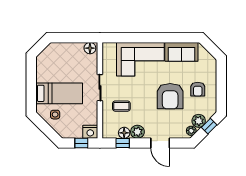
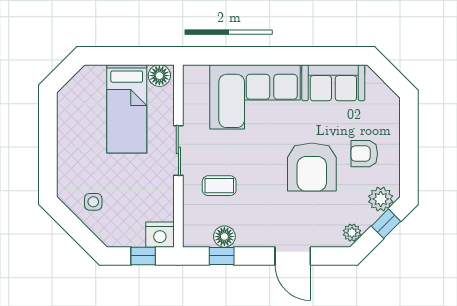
armchair: (198, 89) -> (364, 154), turned 90
bed: (59, 93) -> (127, 109), moved, turned 90
plant: (199, 121) -> (381, 199), moved
plant: (137, 132) -> (250, 235), removed

